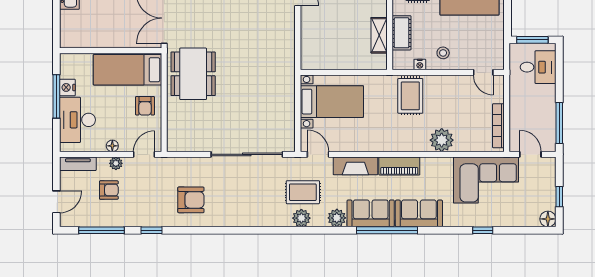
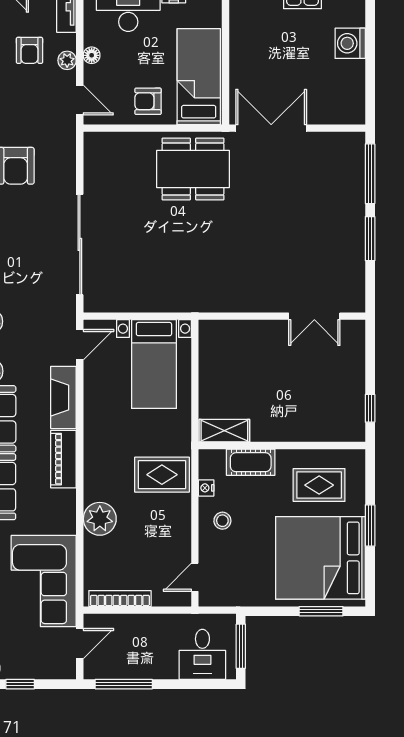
shelving: (379, 35) -> (224, 431), moved
rug: (303, 192) -> (26, 323), removed

